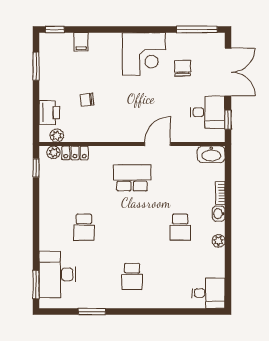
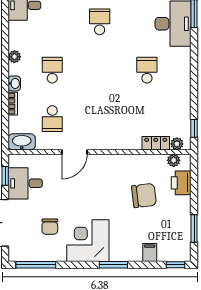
window: (118, 29) -> (113, 265), added
chair: (87, 100) -> (144, 195), width x1.87, depth x1.87
school desk: (132, 178) -> (52, 119), moved, width x0.54

